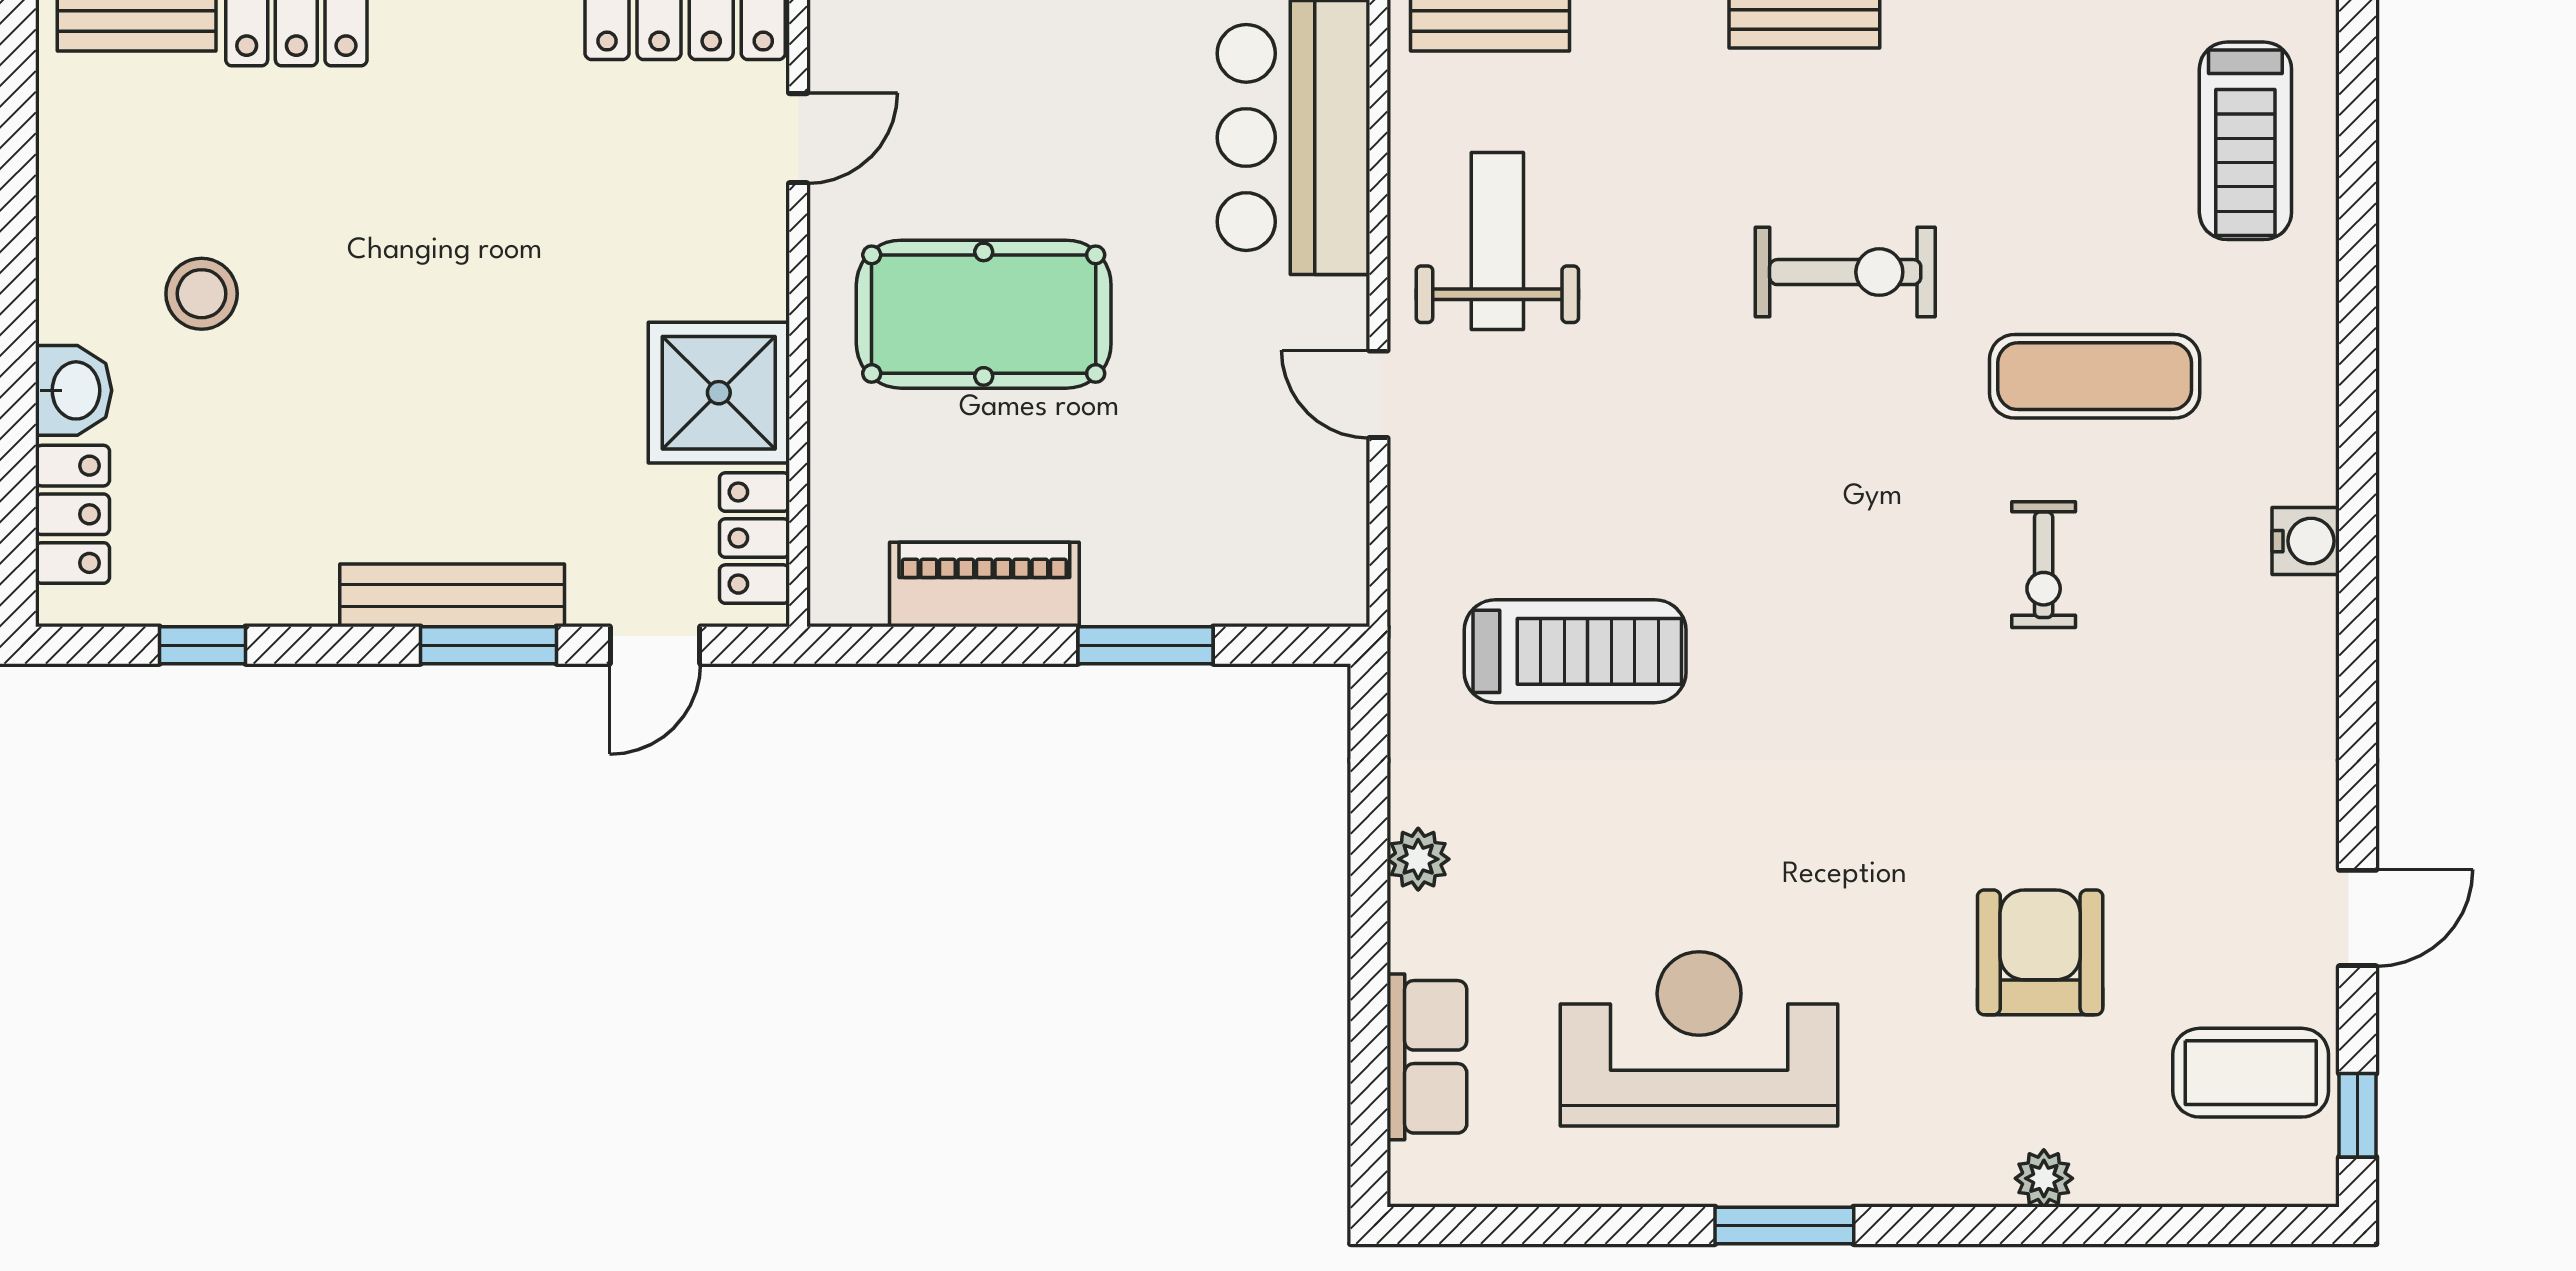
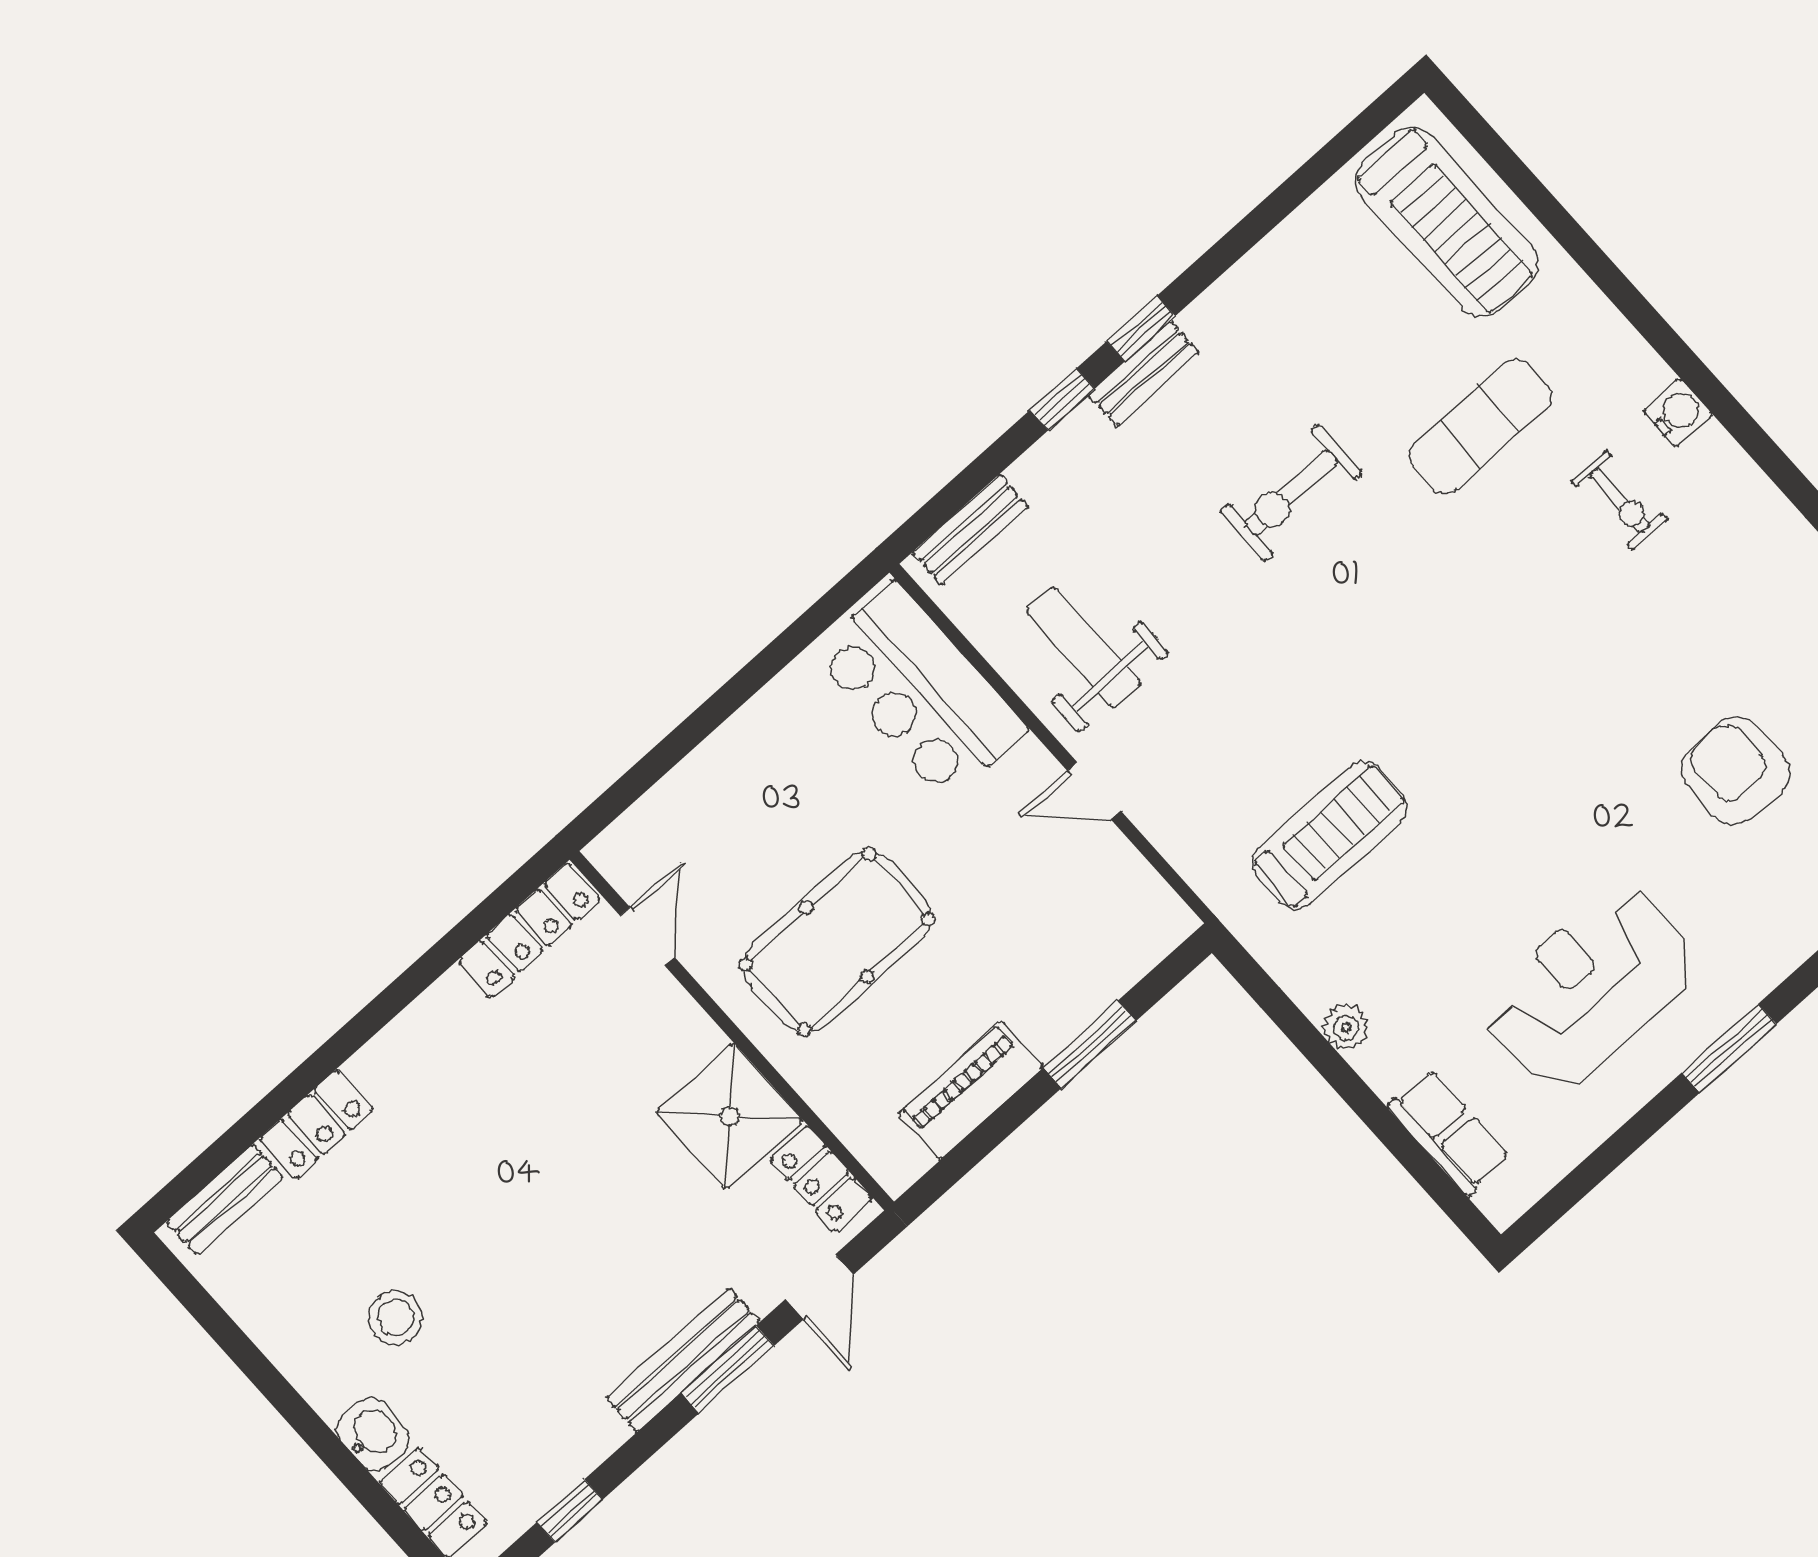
treadmill: (2245, 141) -> (1447, 222), width x1.37, depth x1.38
exercise bike: (1845, 272) -> (1291, 492), turned 180
exercise bike: (2044, 565) -> (1620, 500), moved

